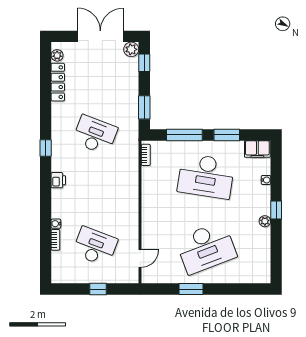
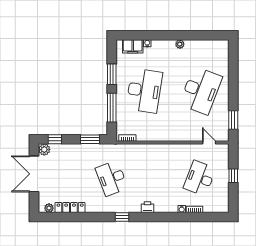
desk: (95, 135) -> (112, 178), turned -42
filing cabinet: (257, 149) -> (133, 46), moved, turned 90
window: (276, 210) -> (171, 35), removed
desk: (206, 248) -> (201, 91), turned 42
window: (191, 289) -> (233, 120), moved

